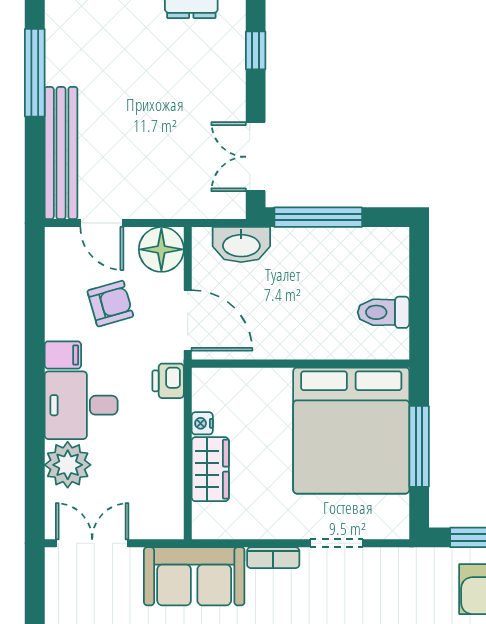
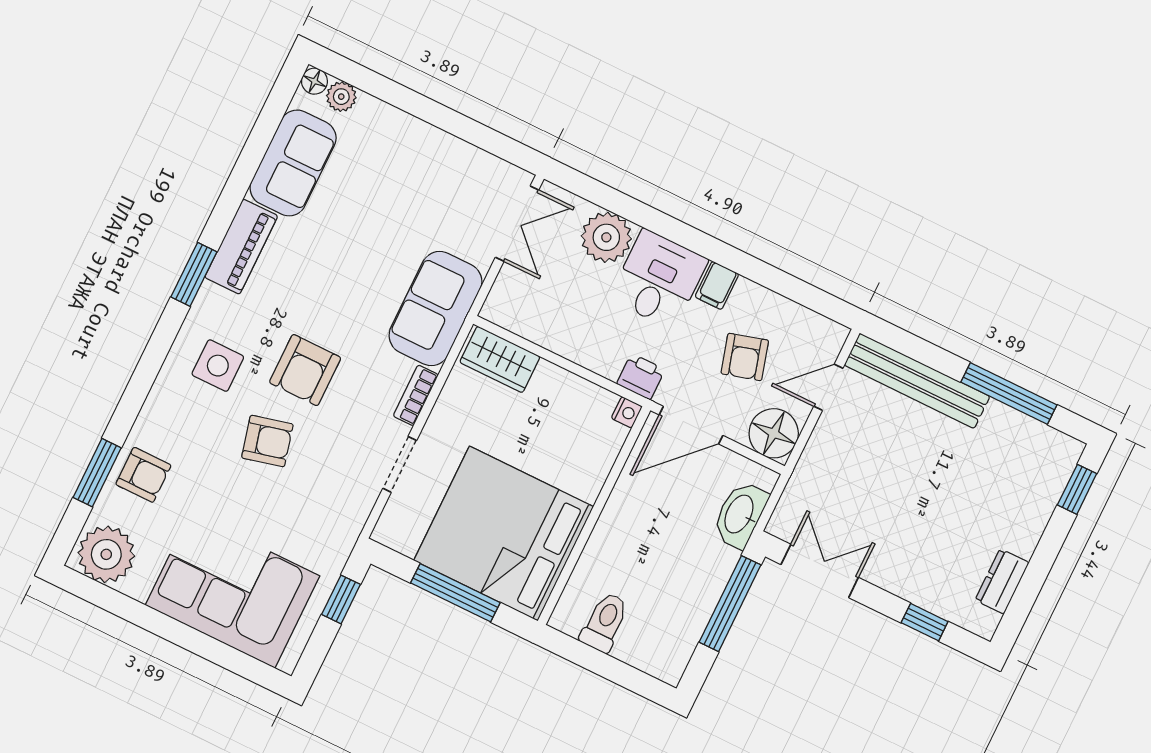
nightstand: (202, 423) -> (627, 412), moved, turned 90
wardrobe: (210, 469) -> (500, 359), moved

